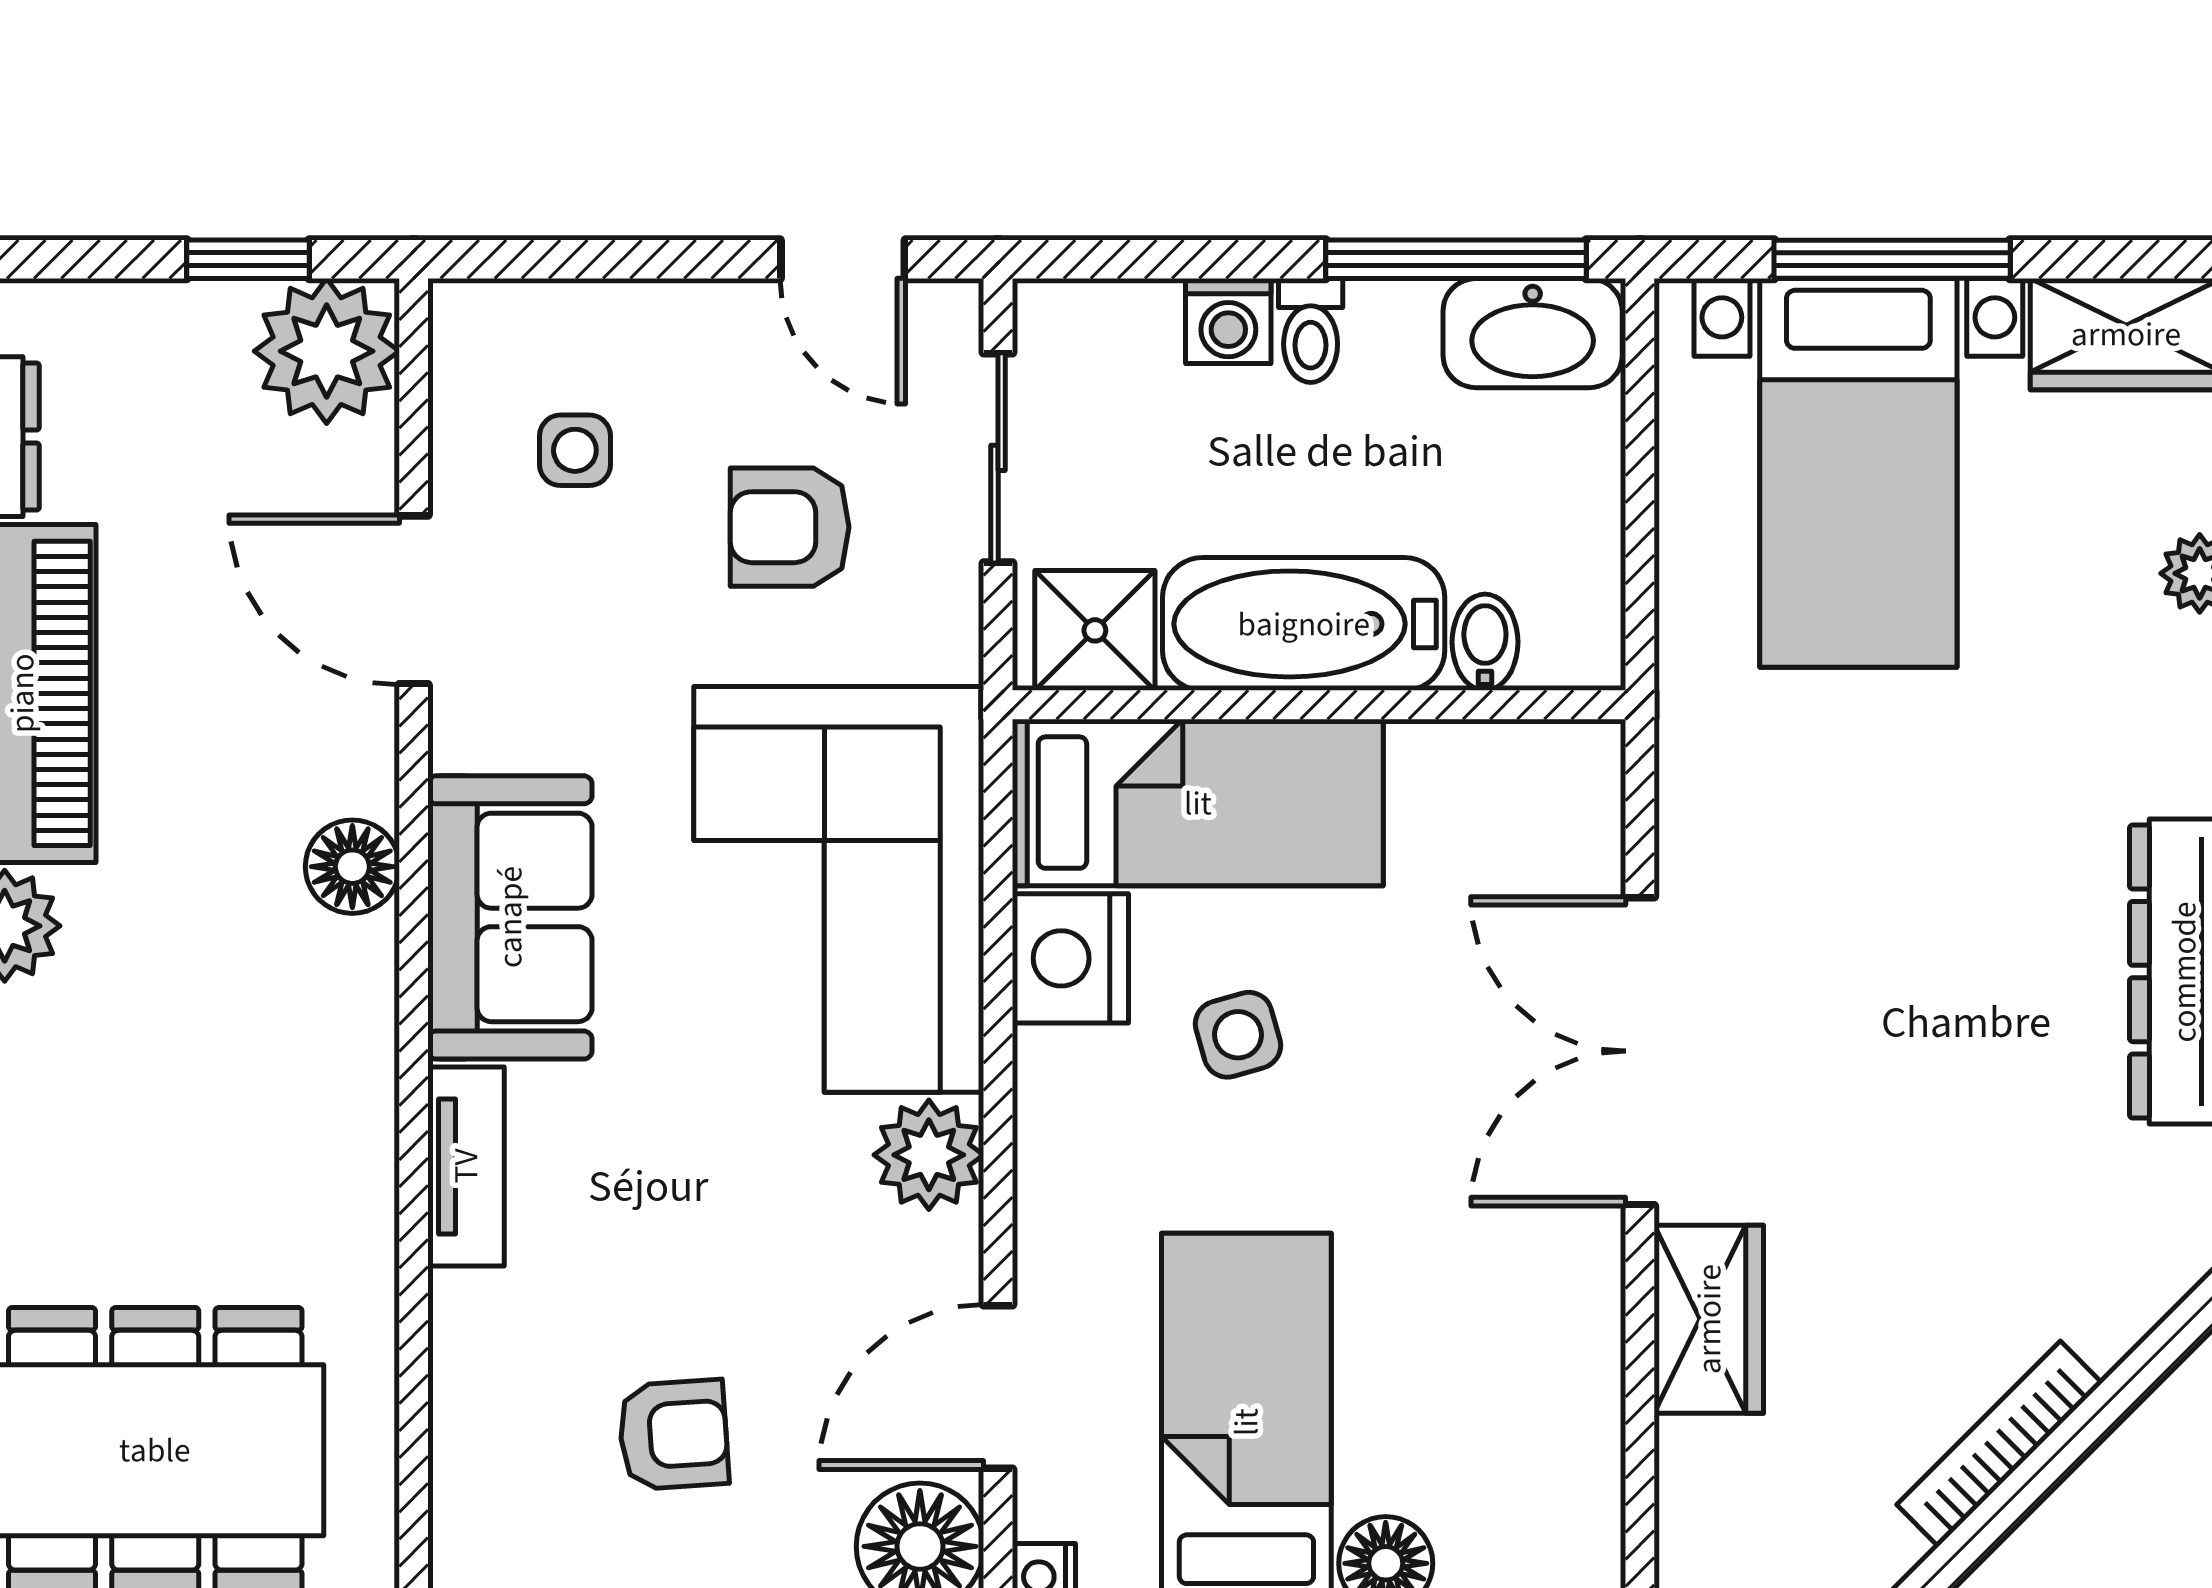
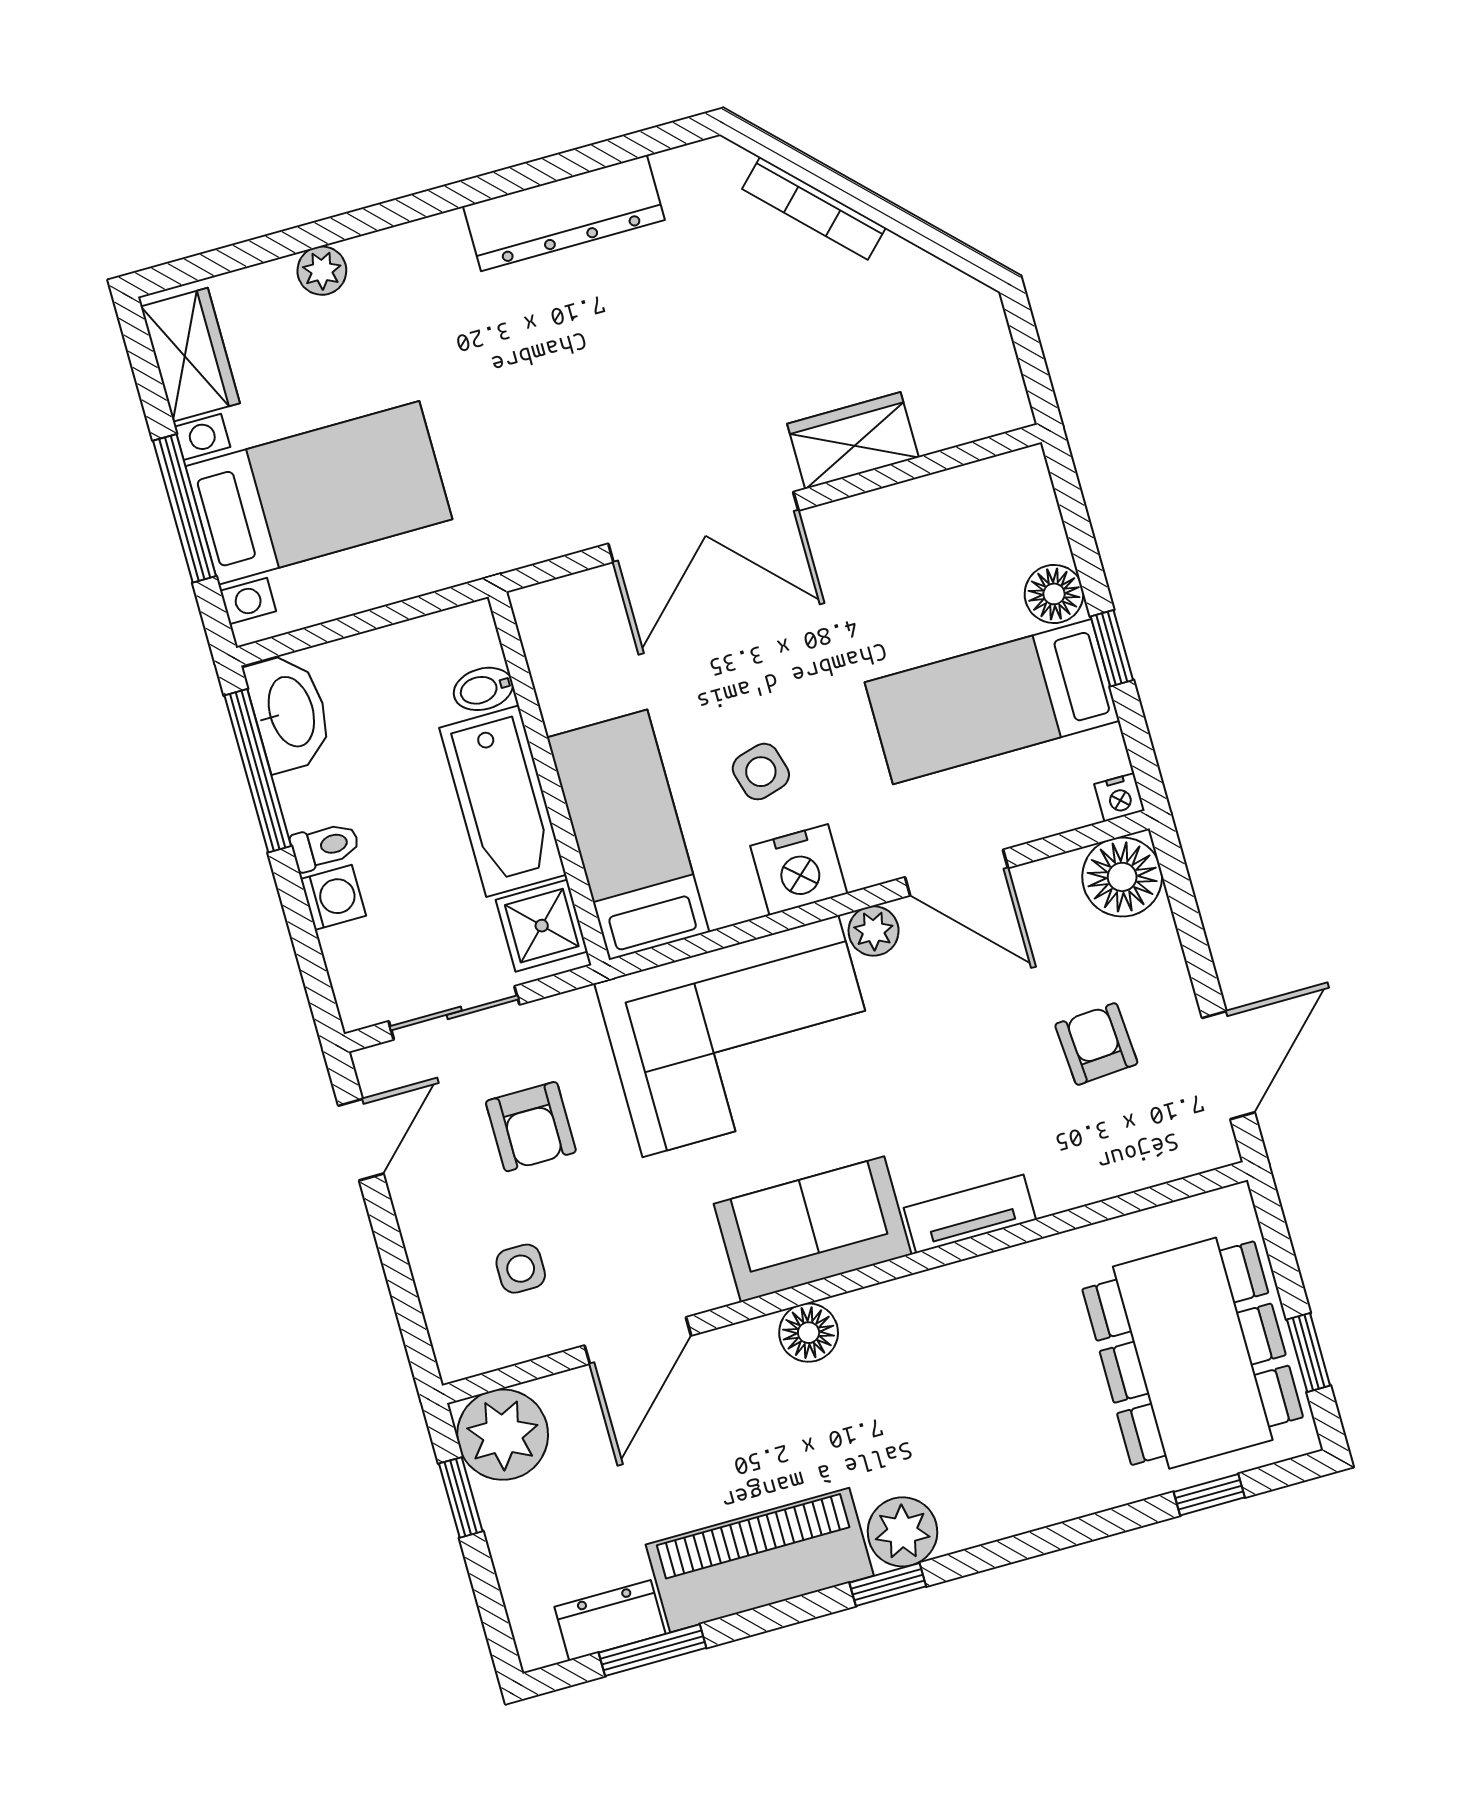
nightstand: (1070, 958) -> (799, 870), moved
plant: (929, 1155) -> (874, 931), width x0.73, depth x0.73
door: (998, 1387) -> (957, 873), moved
bookcase: (1999, 1444) -> (814, 208), moved

